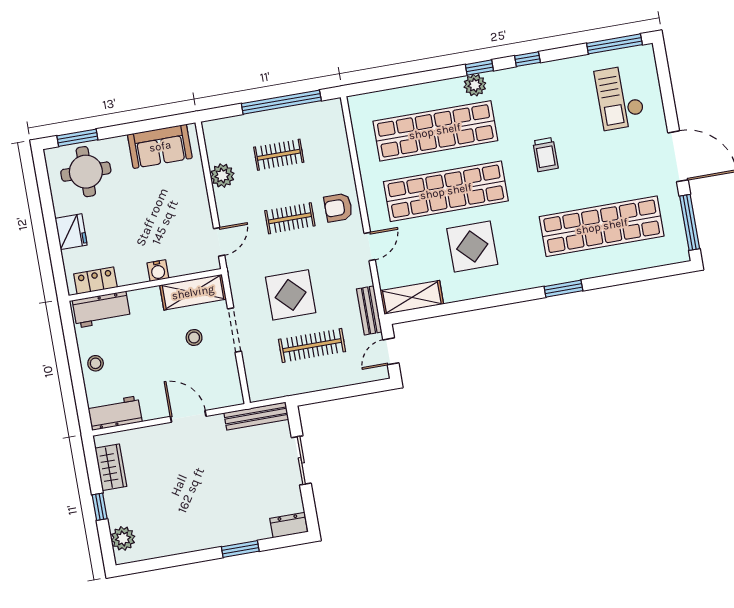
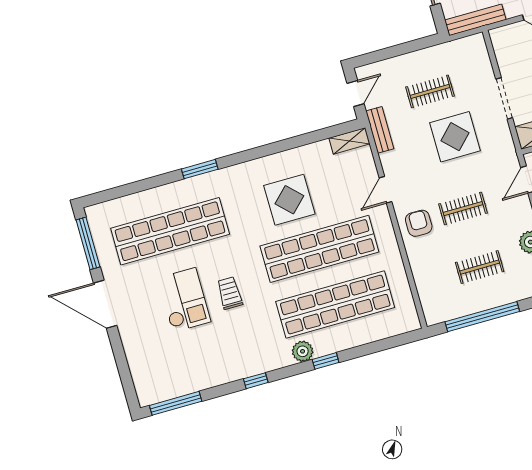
window: (479, 68) -> (326, 361), moved
checkout: (620, 97) -> (184, 300), moved
armchair: (338, 208) -> (419, 223), turned -90
shelving: (412, 297) -> (349, 141), width x0.67, depth x0.75
clothes rail: (312, 345) -> (430, 91), width x0.73

